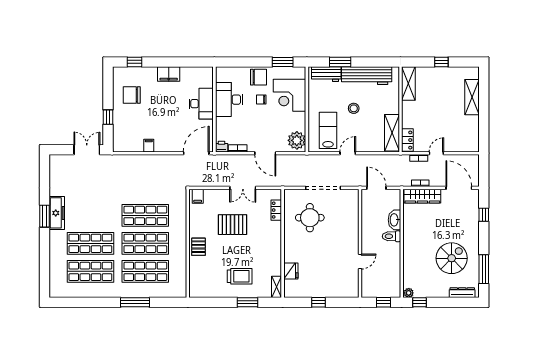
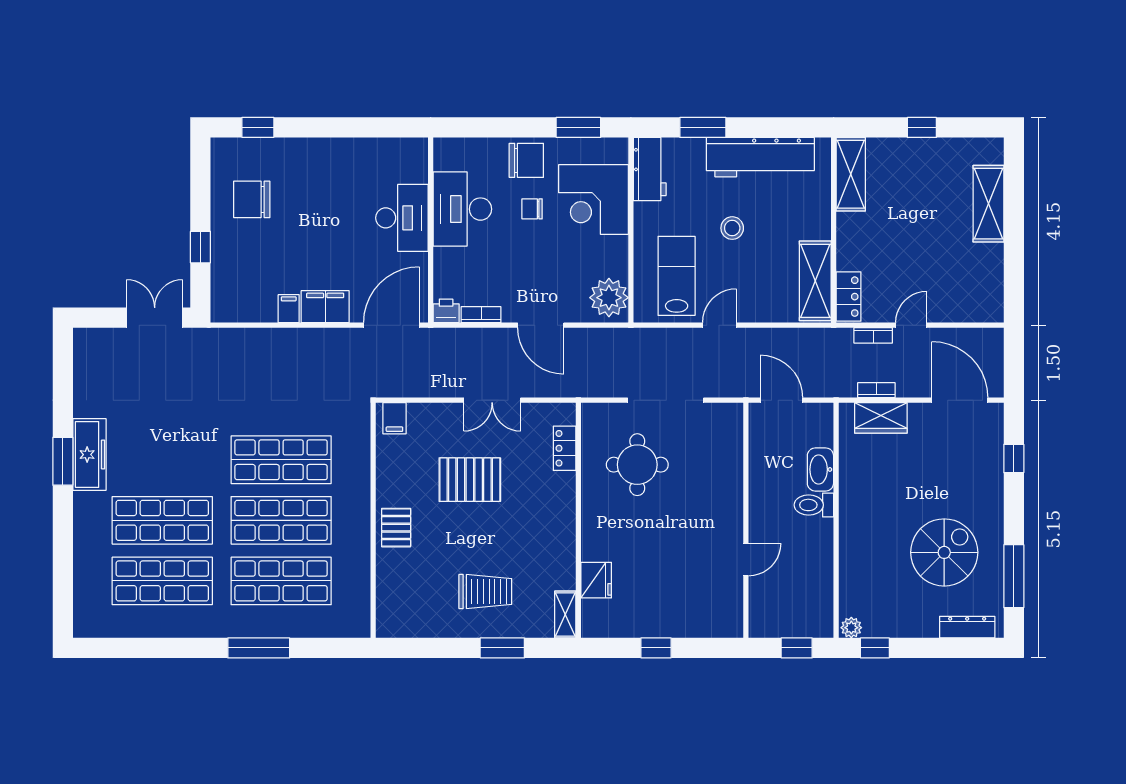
filing cabinet: (169, 74) -> (325, 307), moved, turned 180
workbench: (326, 74) -> (650, 169), moved, turned -90
wardrobe: (422, 196) -> (881, 418), width x0.67

